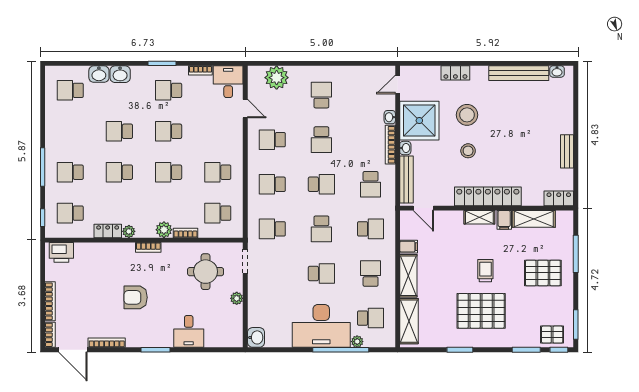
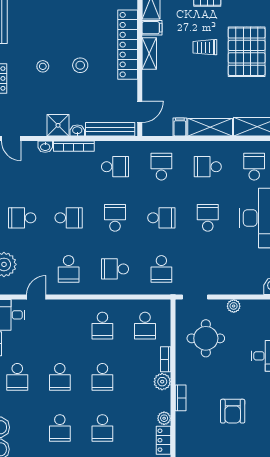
stool: (467, 115) -> (43, 66), width x0.53, depth x0.53
shower: (419, 121) -> (58, 125), width x0.54, depth x0.54
school desk: (272, 184) -> (115, 269), turned 90

